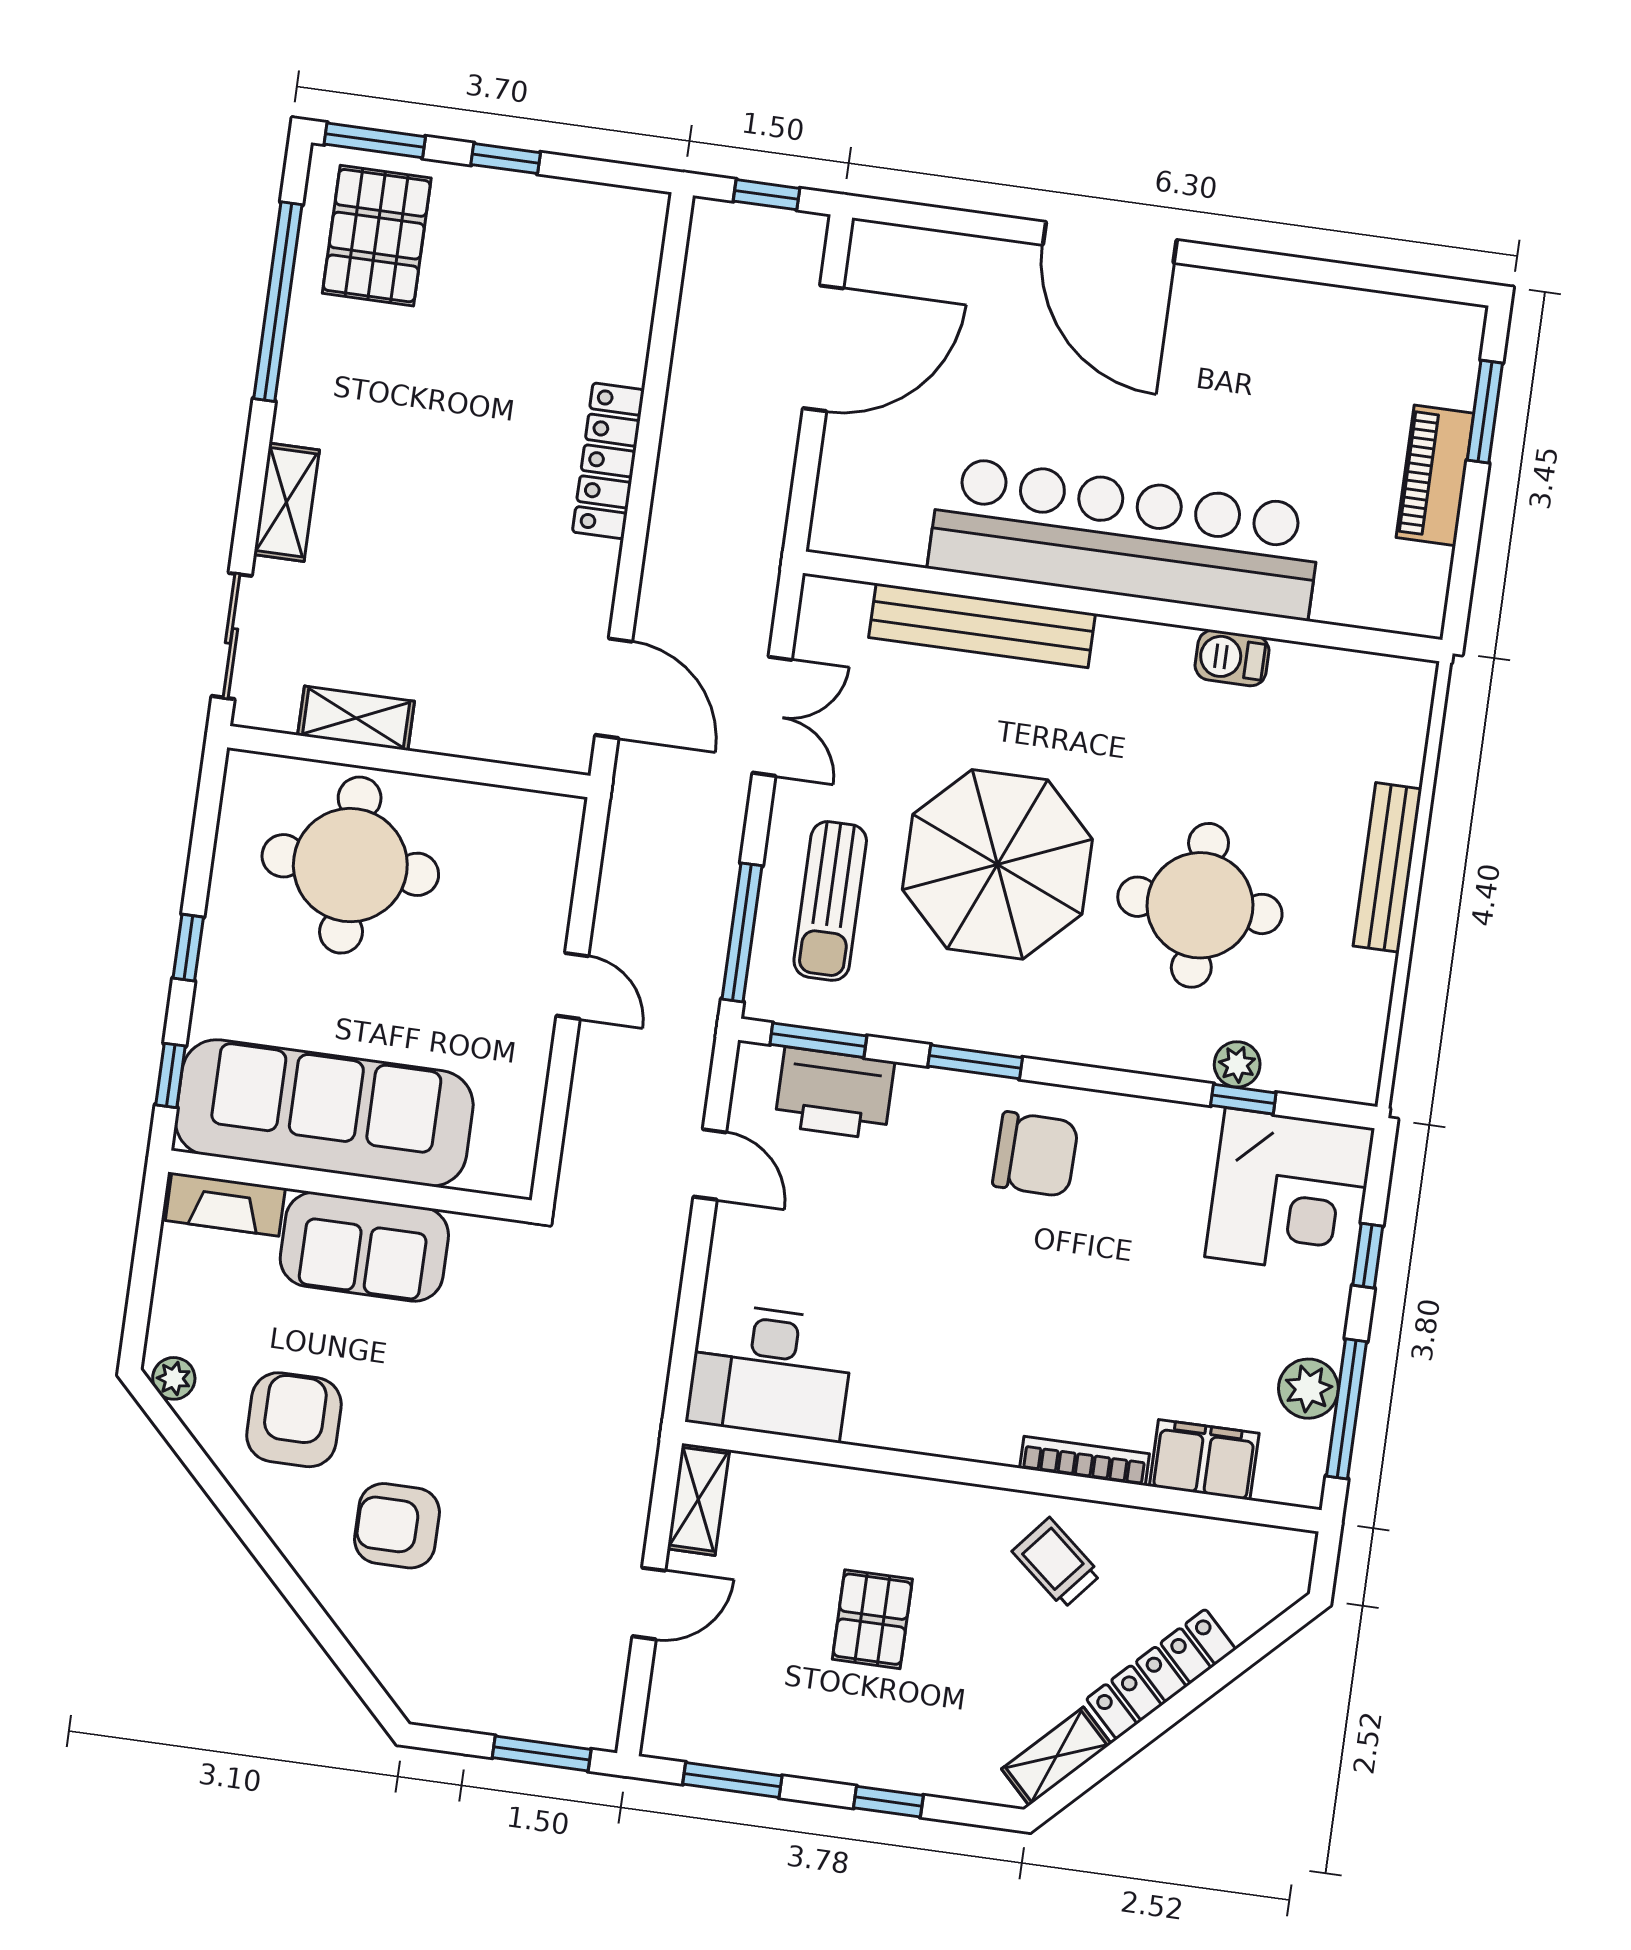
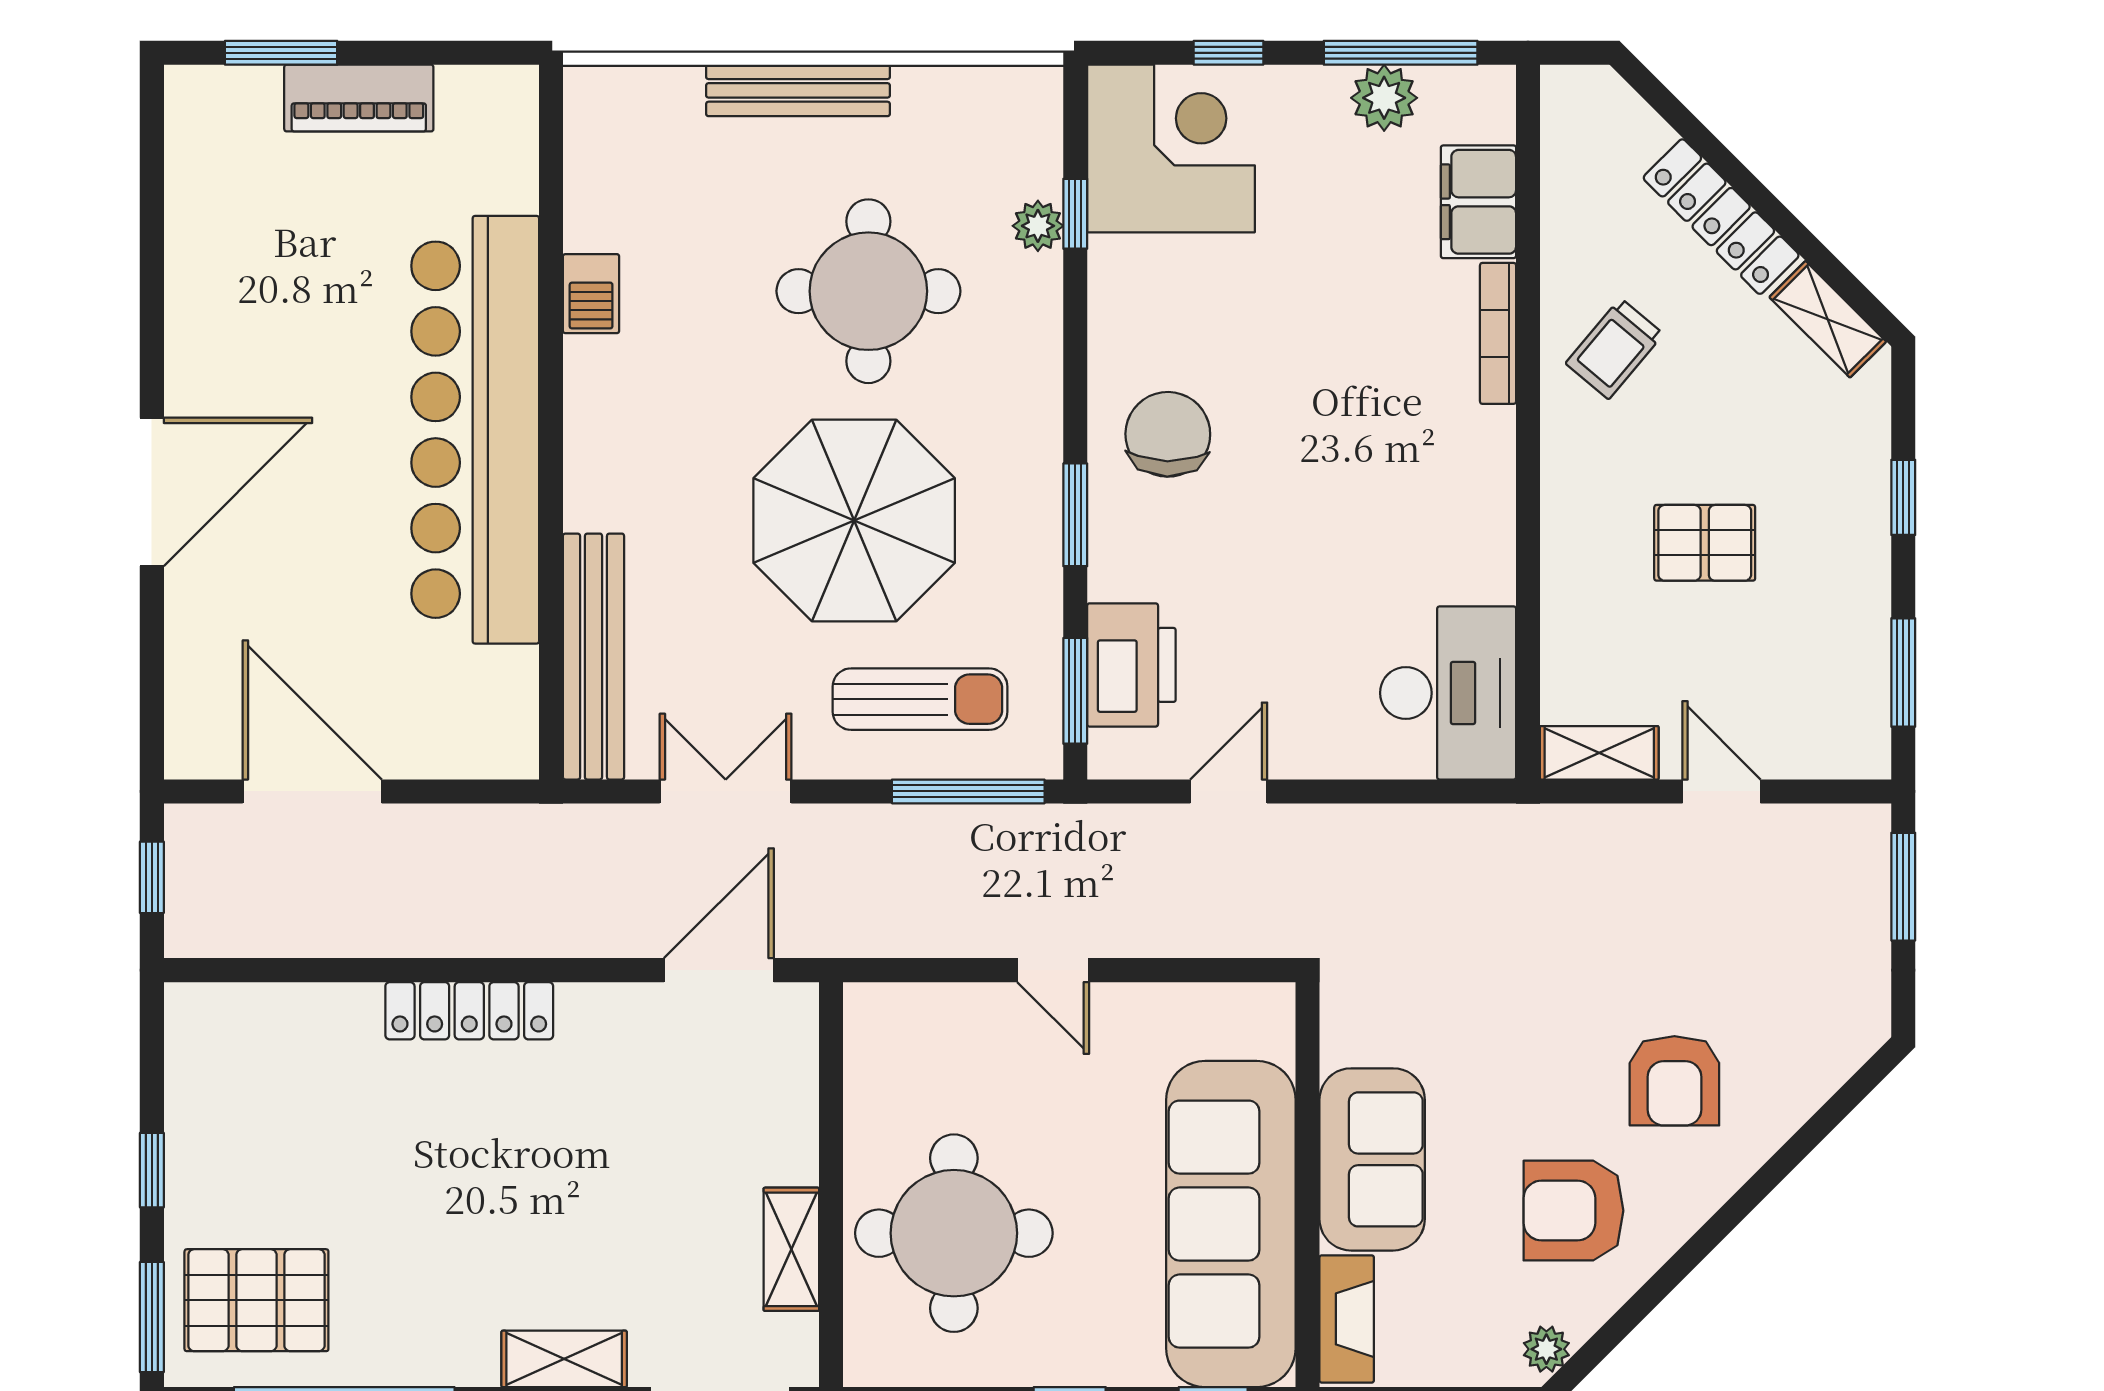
bench: (982, 626) -> (594, 657), moved
door: (572, 986) -> (1053, 970), swing flipped

